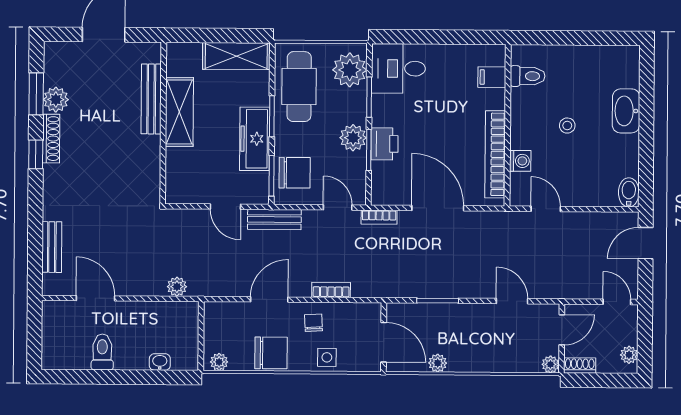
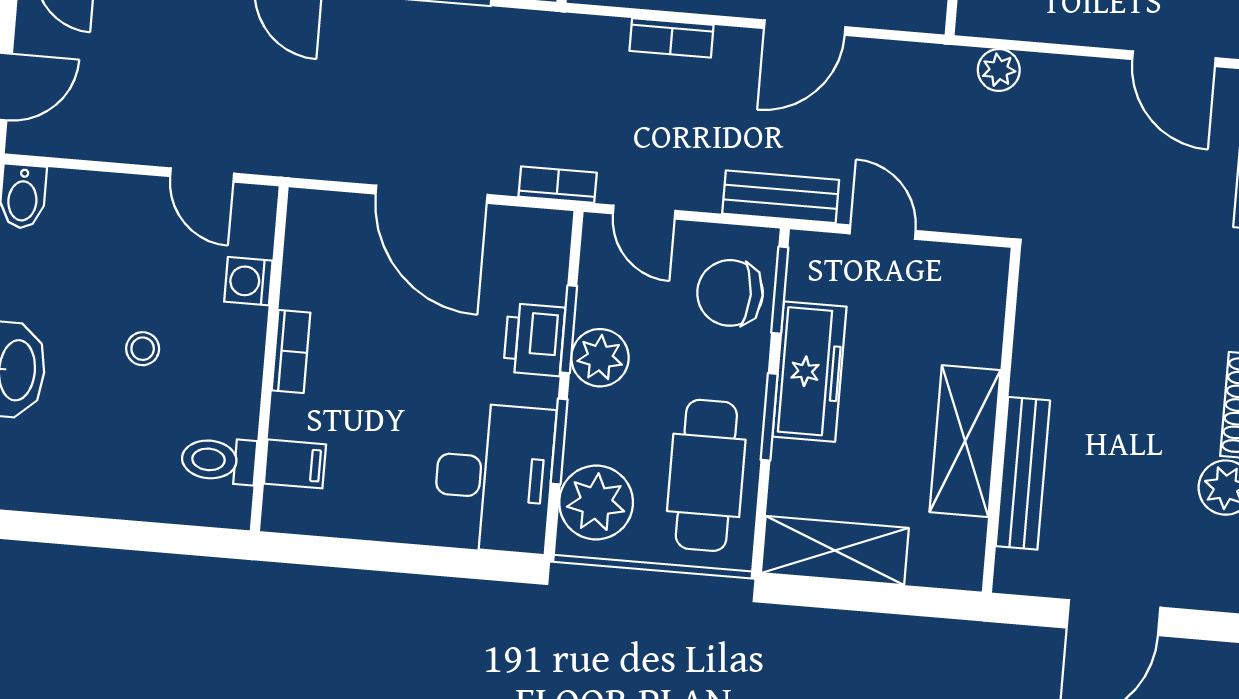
desk: (398, 69) -> (494, 478), width x1.37
bookcase: (495, 154) -> (291, 351), width x0.43, depth x0.76

